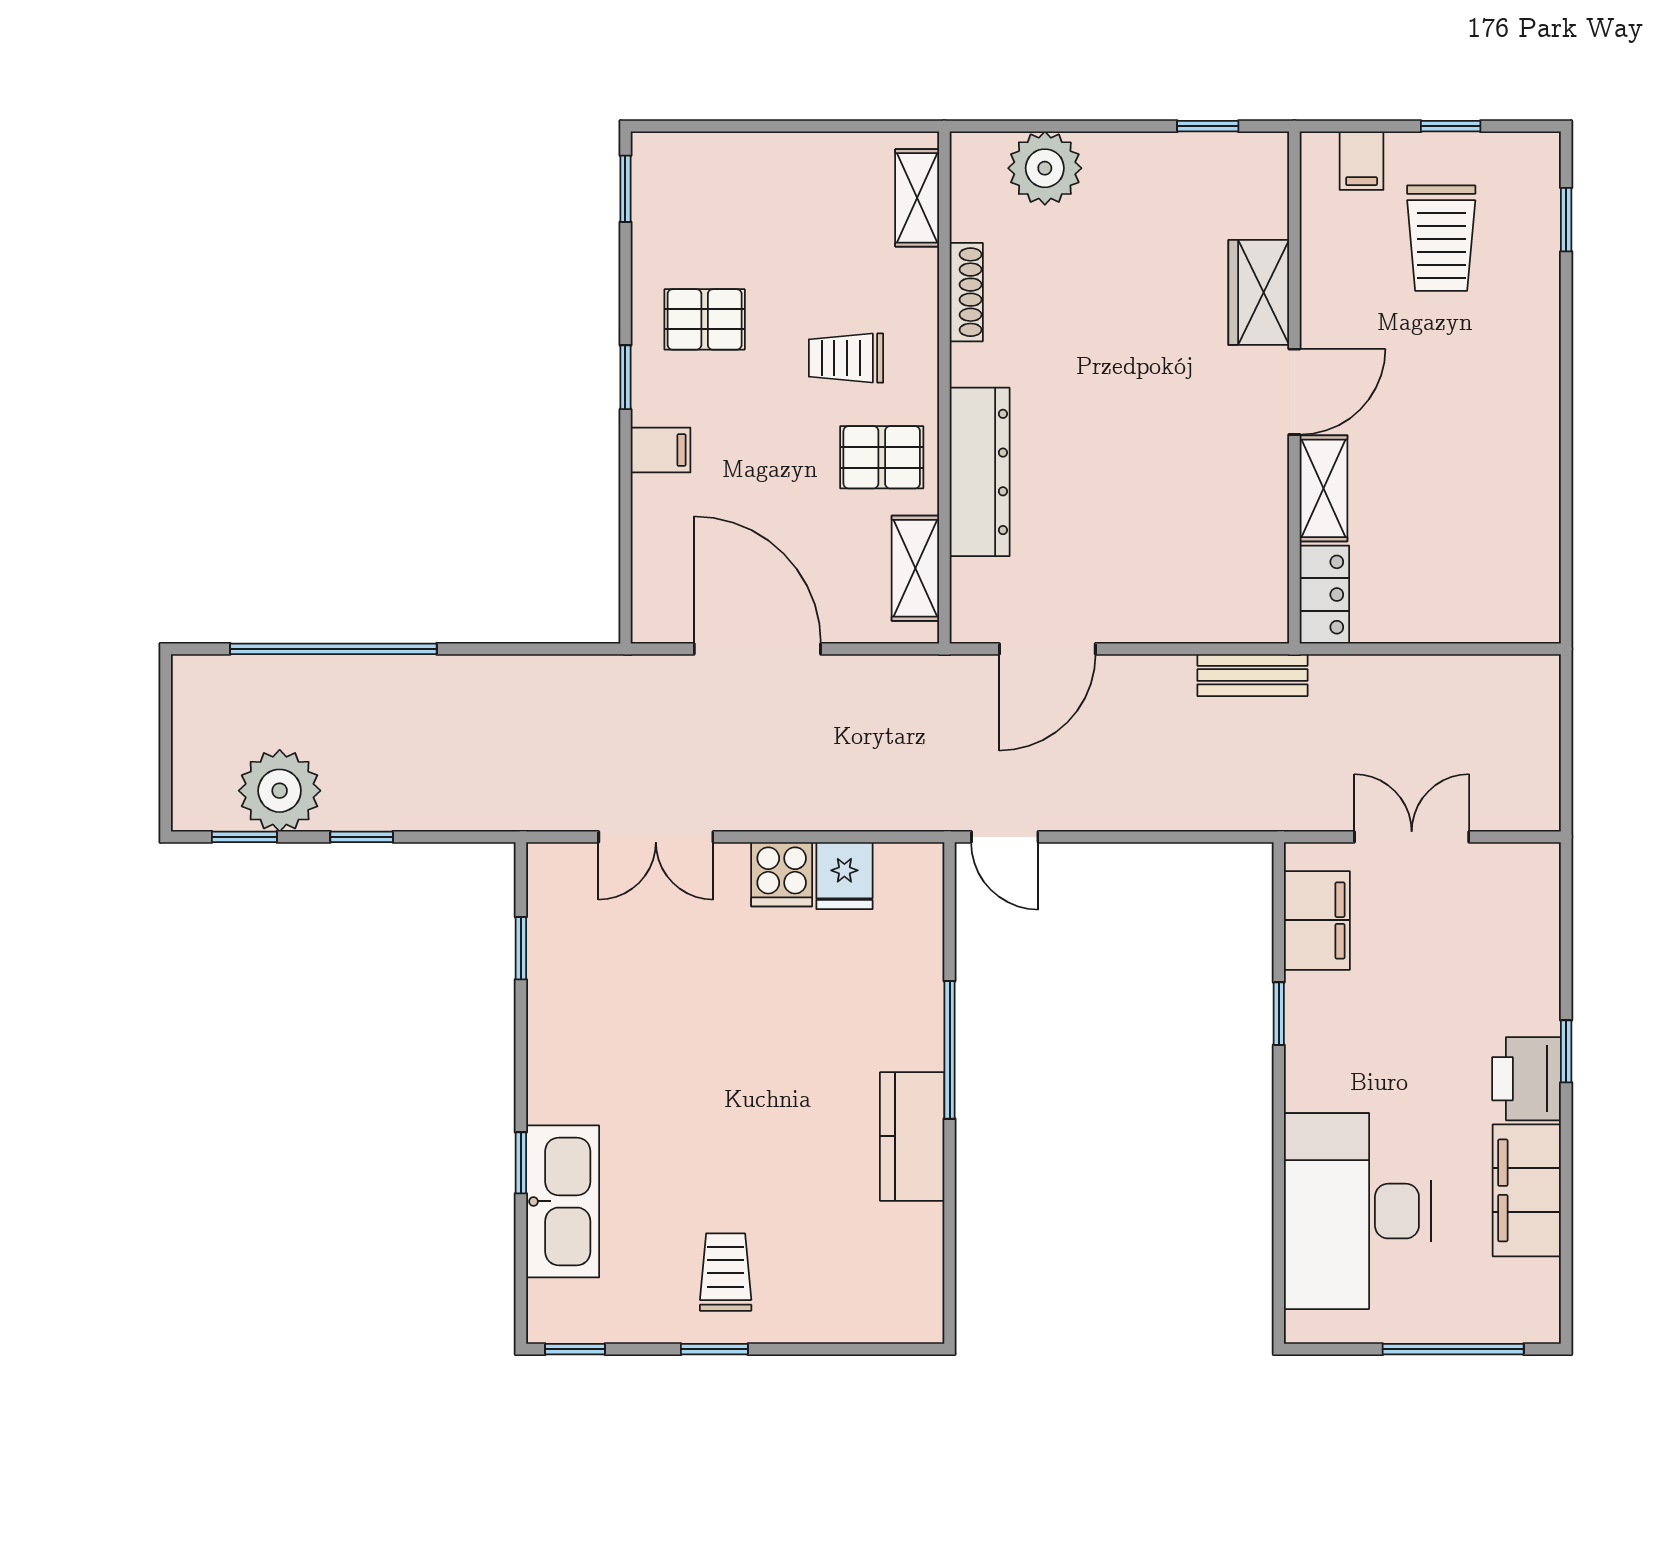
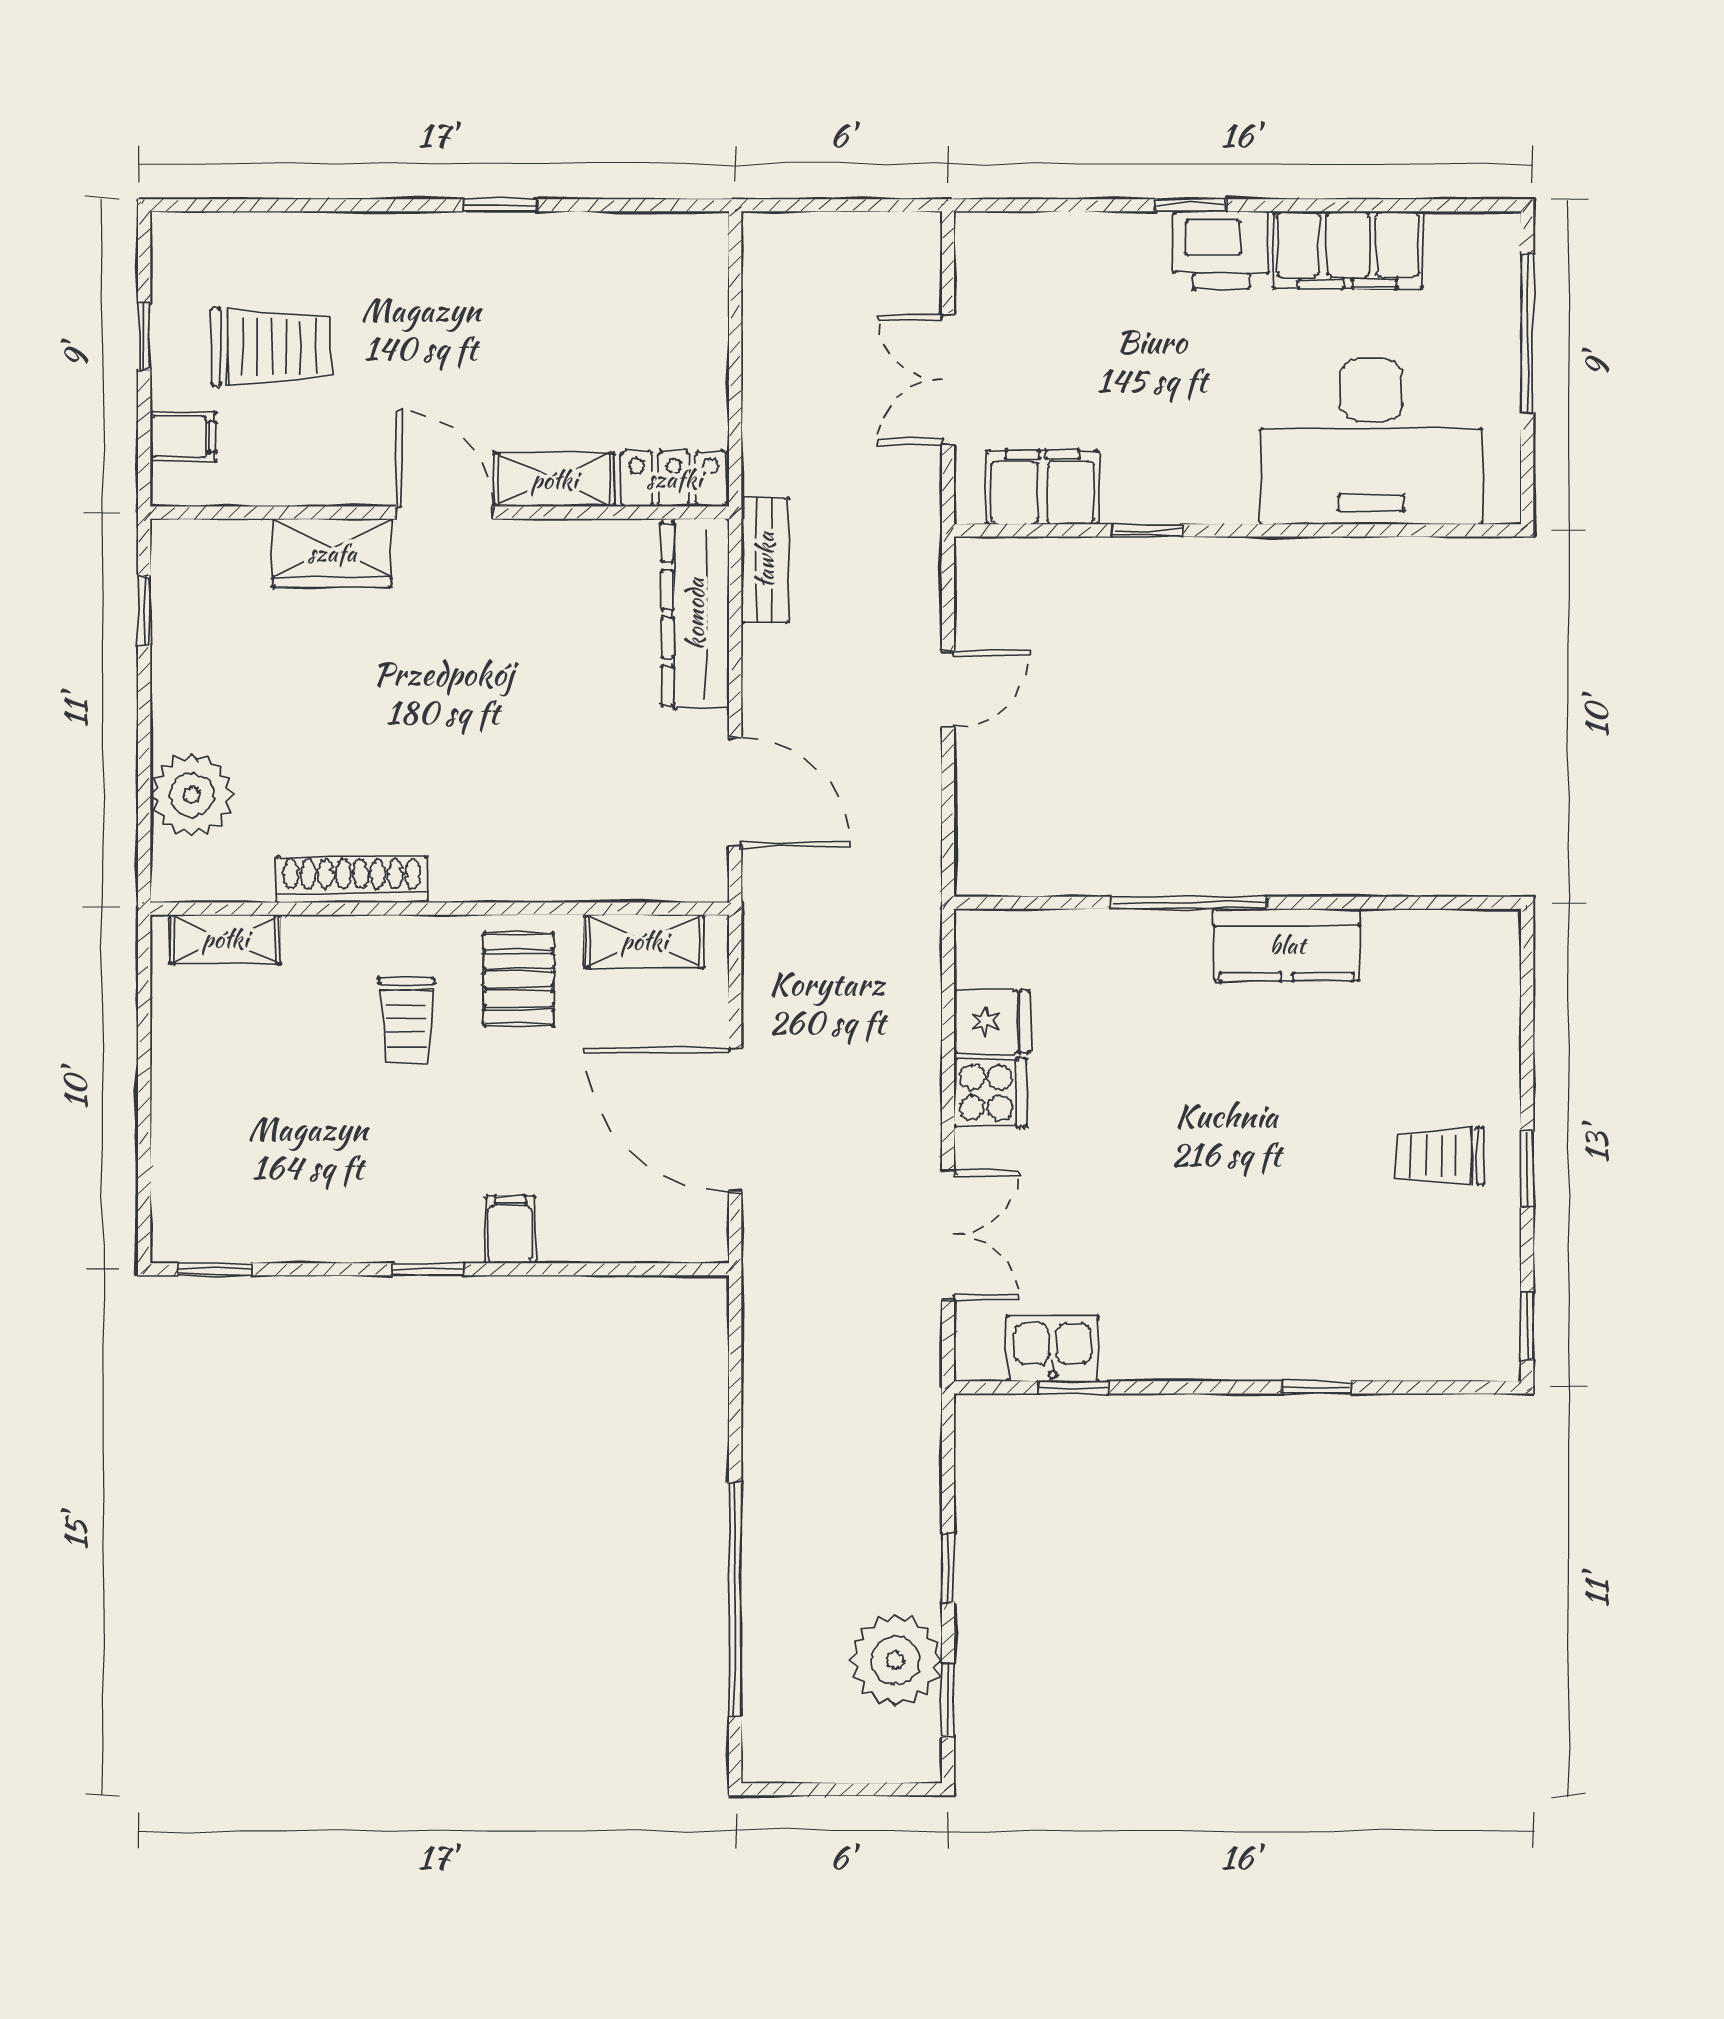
window: (1566, 220) -> (500, 205), moved
shoe rack: (966, 292) -> (352, 879), width x1.36, depth x1.24
pallet: (705, 319) -> (363, 1180), removed
dresser: (980, 472) -> (695, 614), moved, turned -90
door: (757, 649) -> (735, 1120), hinge flipped
door: (1005, 837) -> (948, 689), moved
kitchen sink: (563, 1201) -> (1053, 1348), moved, width x0.53, depth x0.81

